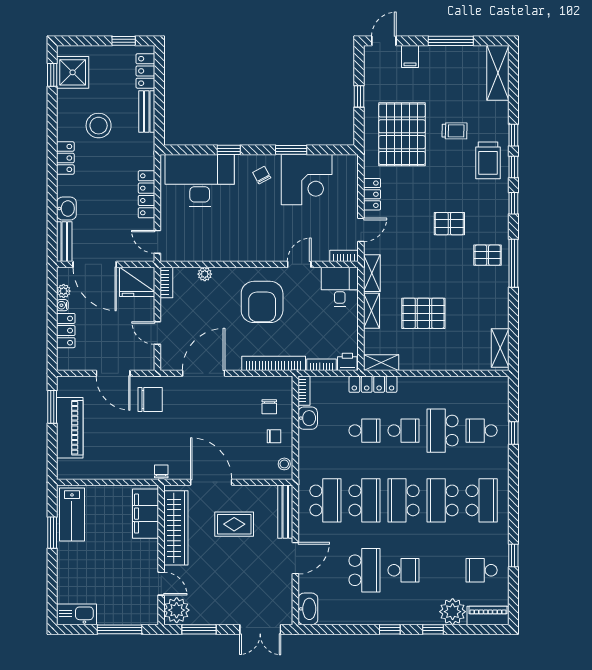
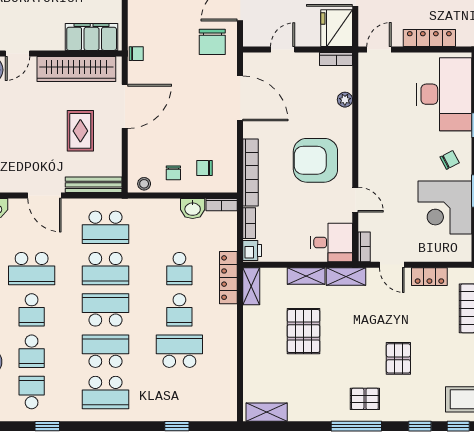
pallet: (488, 255) -> (365, 399), turned 90
school desk: (482, 431) -> (32, 351), moved, turned 180

